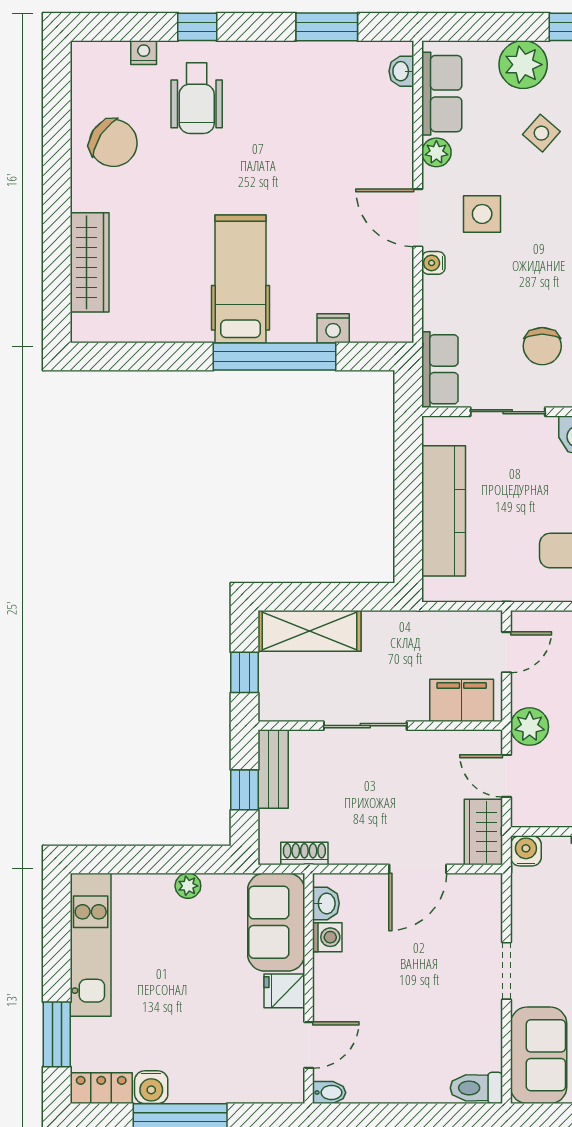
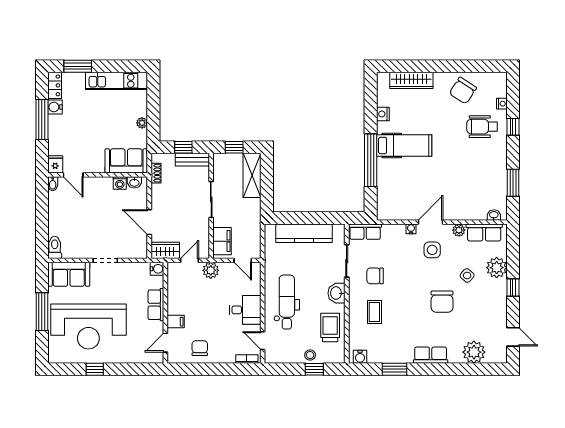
nightstand: (333, 328) -> (383, 114), moved
fridge: (284, 991) -> (55, 164), moved

